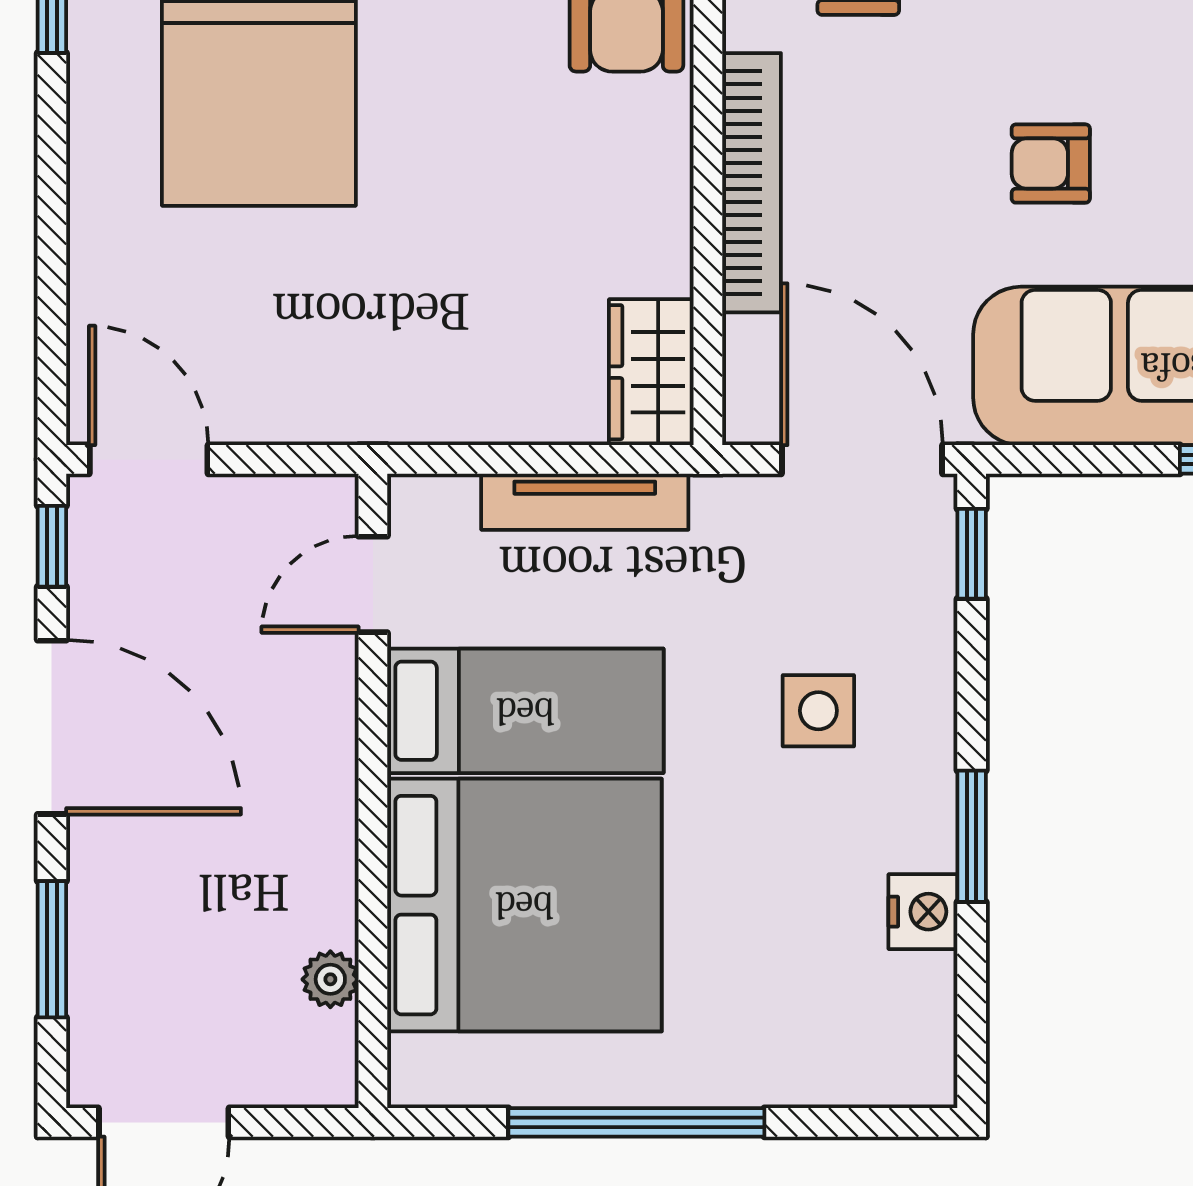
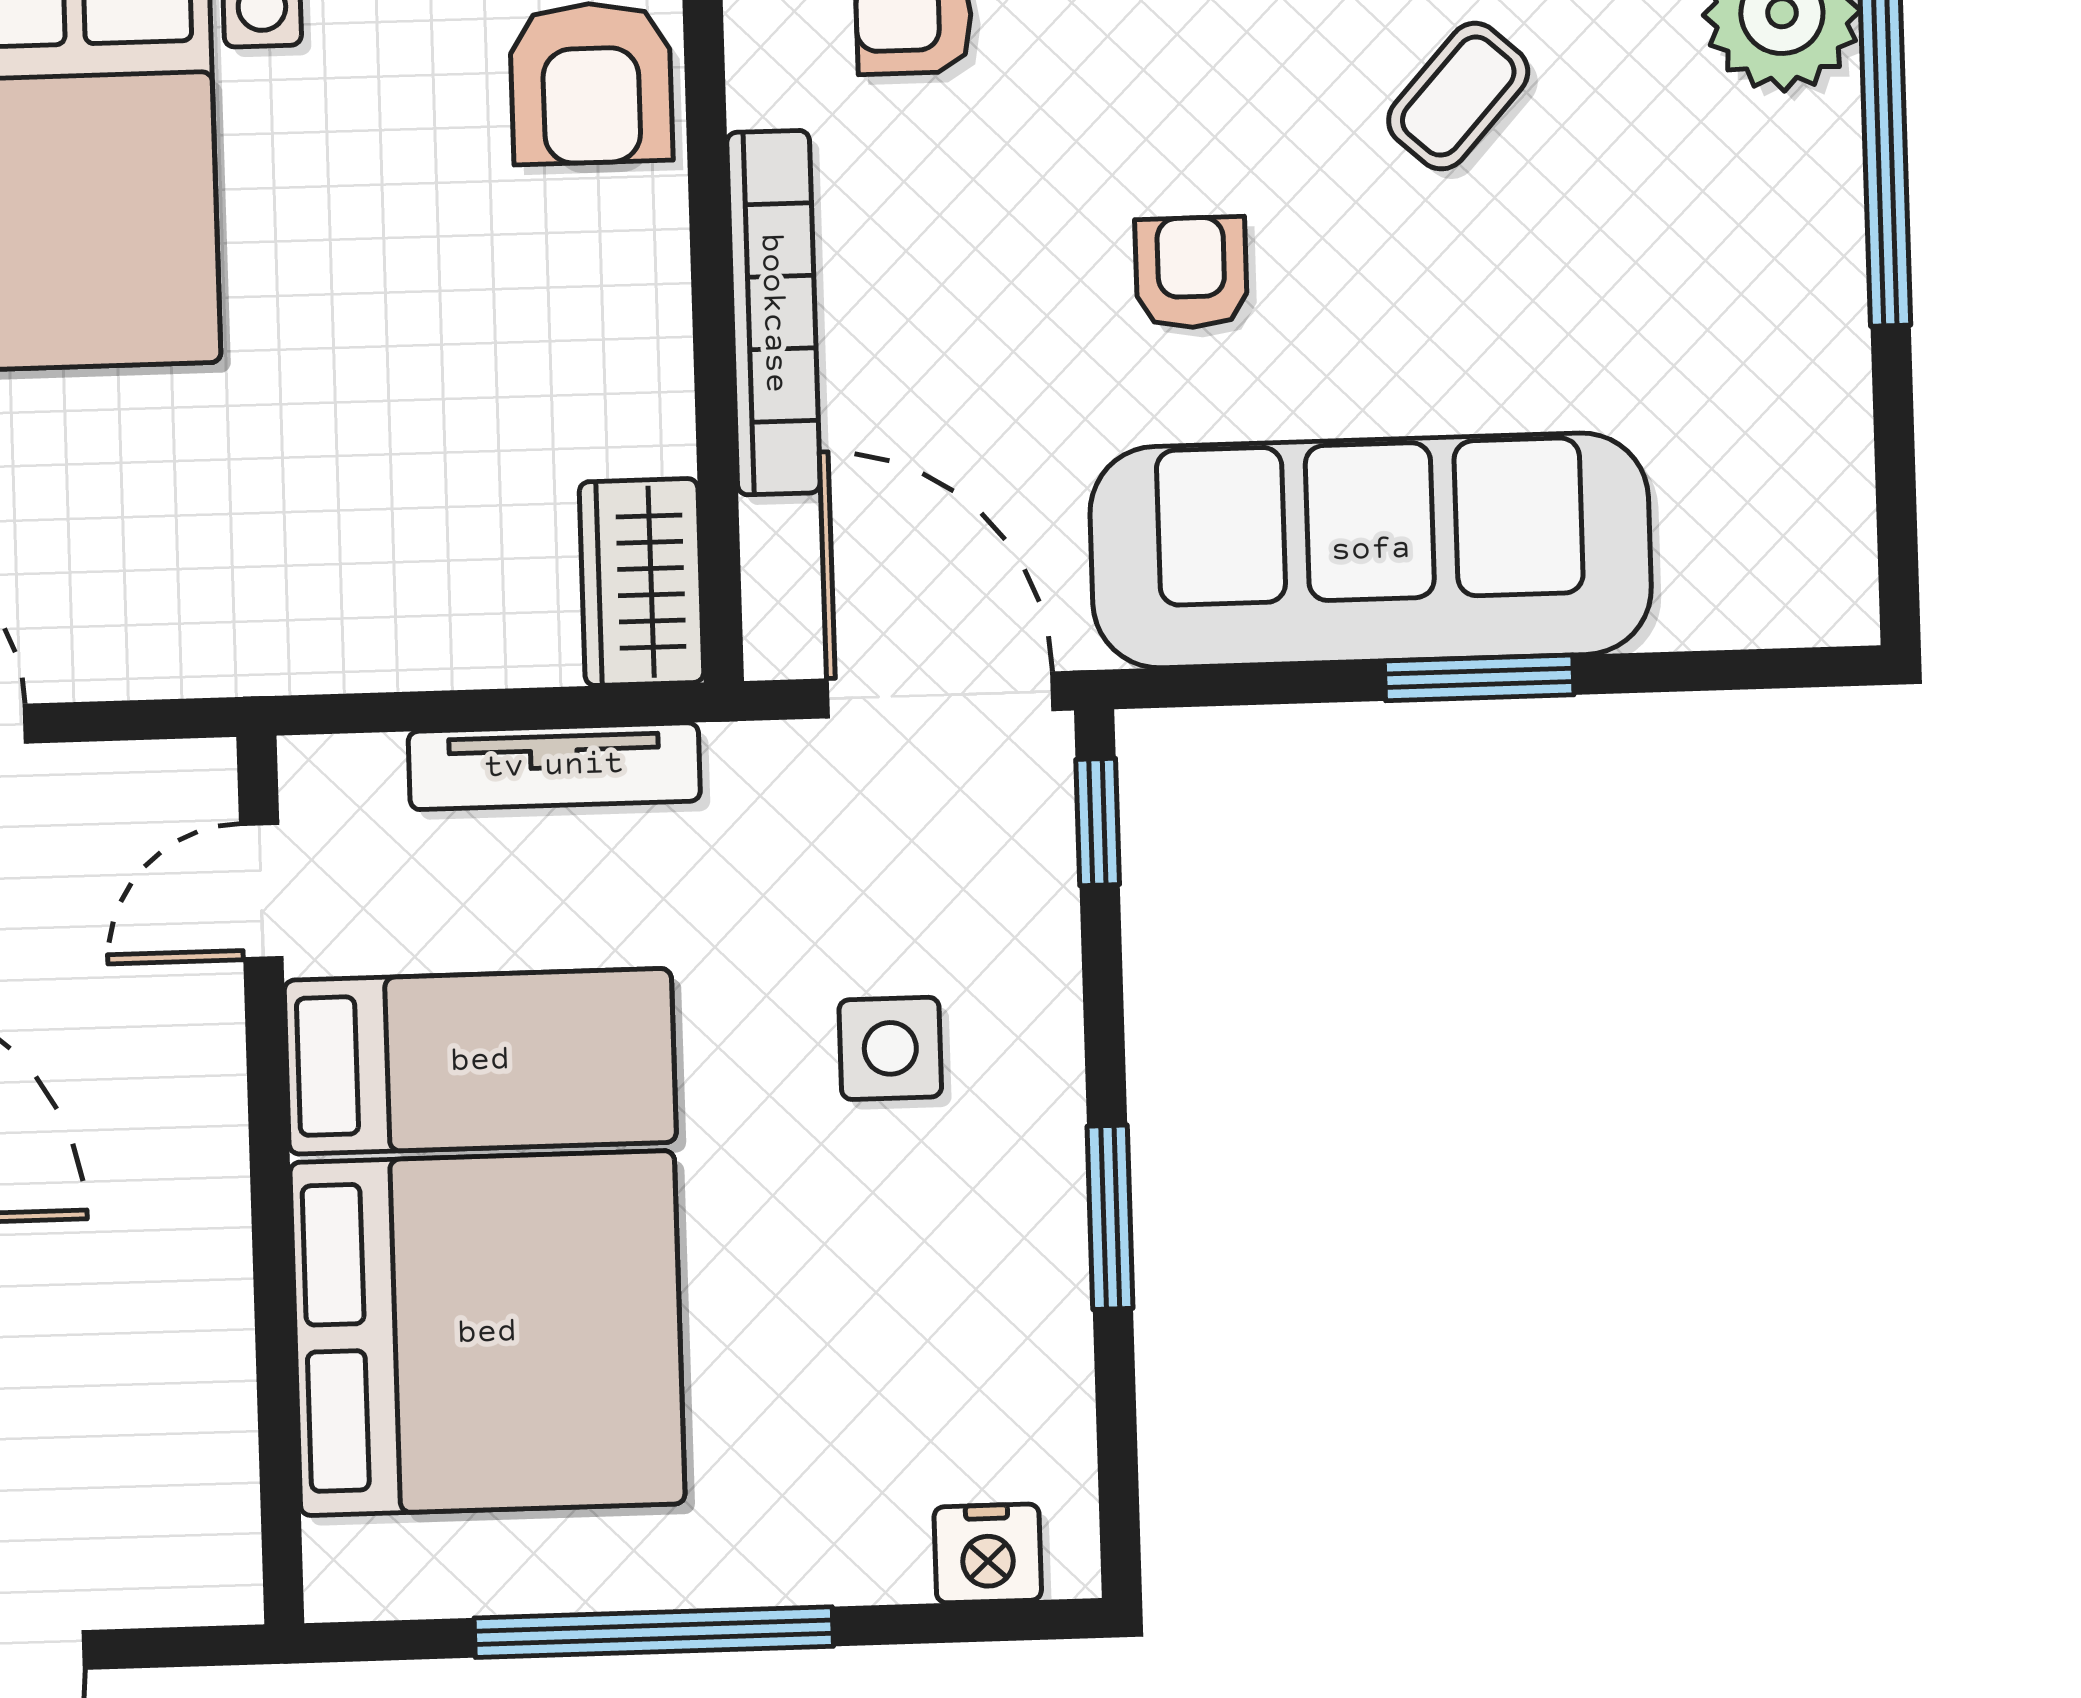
armchair: (1051, 164) -> (1191, 273), turned 90
nightstand: (923, 912) -> (988, 1553), moved, turned 90
plant: (330, 979) -> (219, 1445), removed

